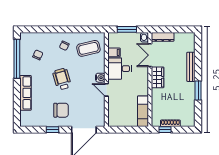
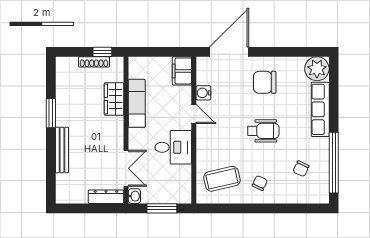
filing cabinet: (114, 52) -> (182, 71), moved, width x2.00
wardrobe: (158, 77) -> (114, 99), moved
water cooler: (100, 78) -> (203, 93), moved
wheelchair: (62, 79) -> (263, 131), turned -74
exam couch: (143, 111) -> (137, 103), moved
plant: (28, 119) -> (317, 69), added
window: (53, 130) -> (278, 52), removed

